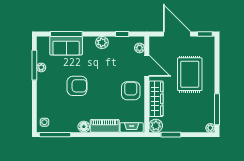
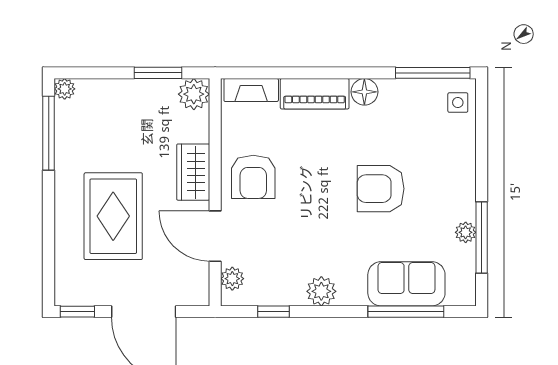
wardrobe: (156, 99) -> (193, 172), width x0.67

